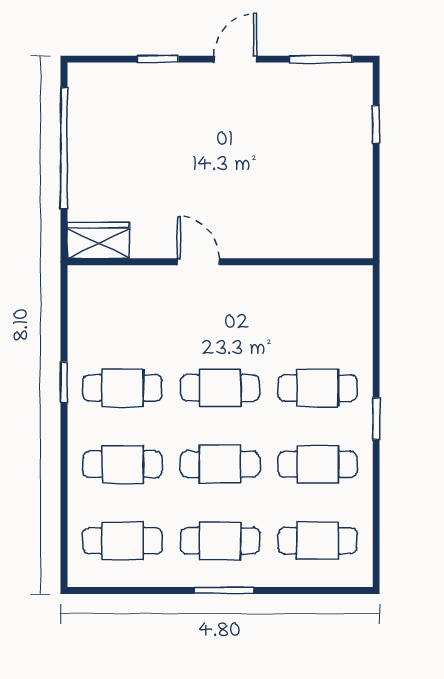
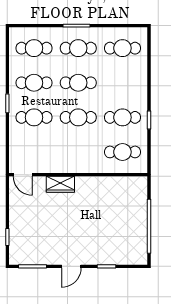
wardrobe: (98, 240) -> (60, 184), moved
door: (198, 262) -> (23, 175), moved
cafe table: (122, 464) -> (122, 152), moved

